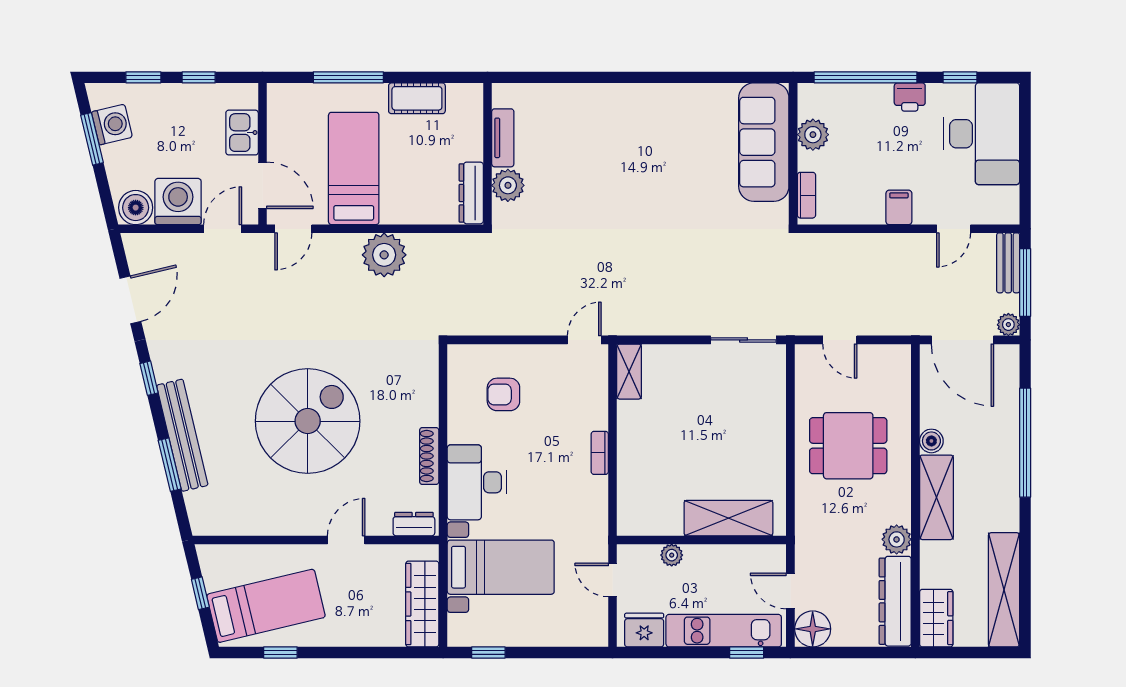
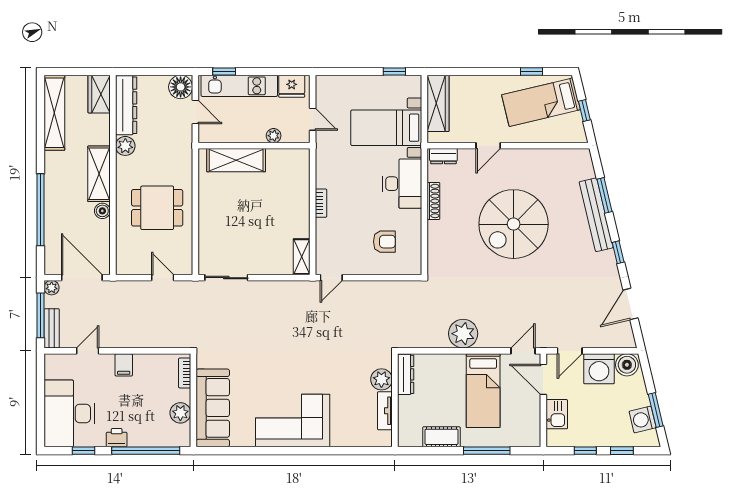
corner sofa: (643, 123) -> (293, 421), added

